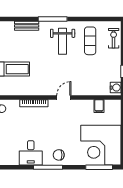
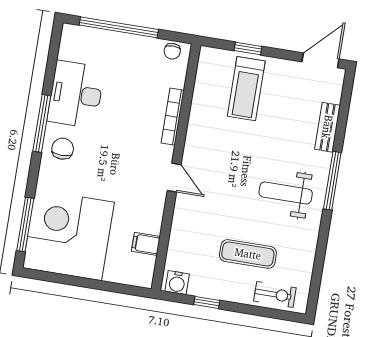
exercise mat: (90, 41) -> (248, 254), moved
desk: (31, 153) -> (76, 94), width x1.37

